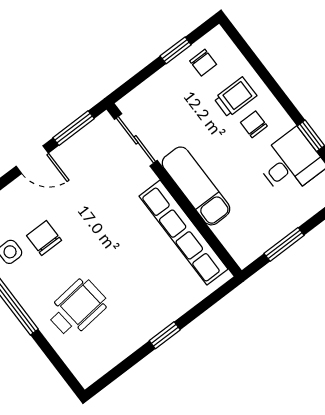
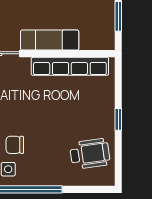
wheelchair: (77, 308) -> (90, 154), moved, turned 88

